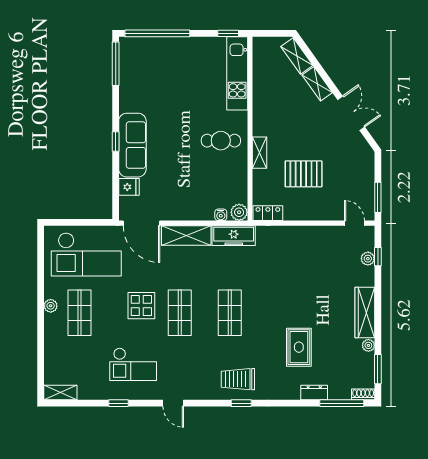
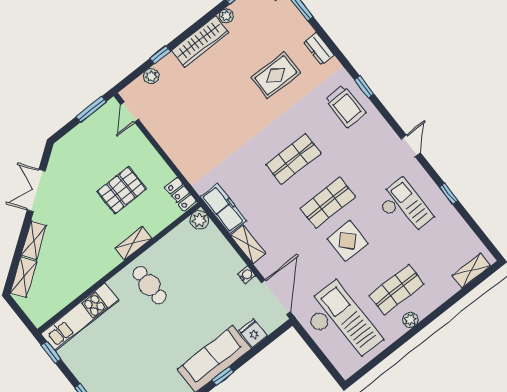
pallet: (304, 174) -> (122, 190), turned 90
water cooler: (221, 215) -> (246, 275), moved
shelving: (186, 235) -> (248, 245), width x0.67, depth x0.75
window: (378, 257) -> (160, 55), moved
shelving: (60, 393) -> (471, 271), moved, turned 90
dresser: (314, 393) -> (319, 49), moved

